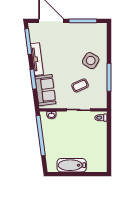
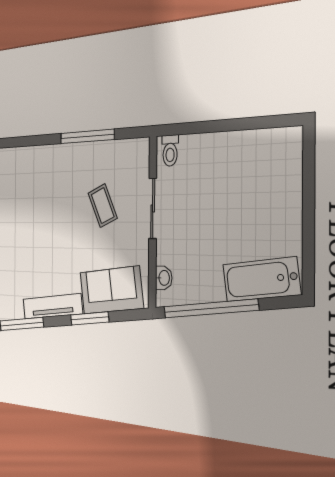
side table: (91, 61) -> (56, 181), removed
bathtub: (72, 165) -> (261, 279), moved, turned 83

